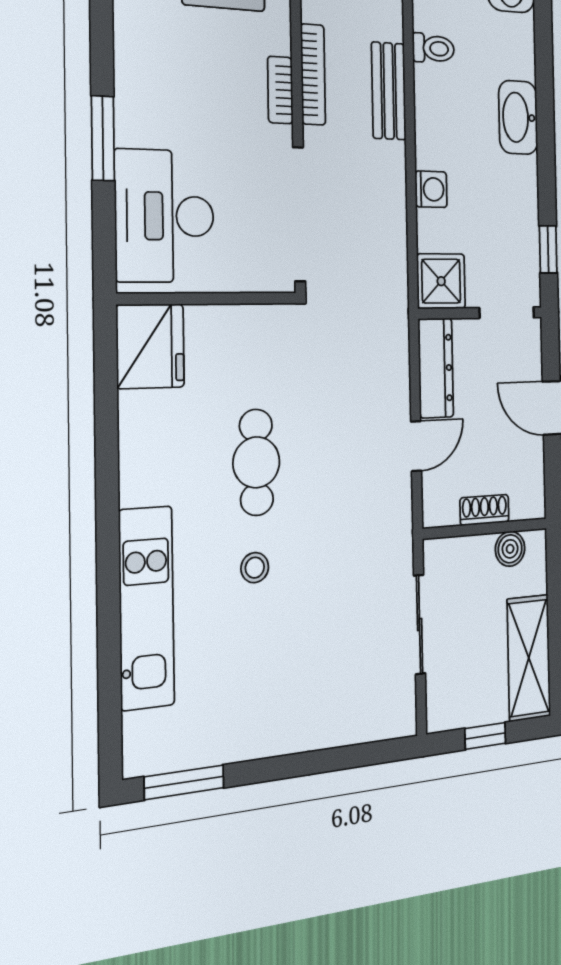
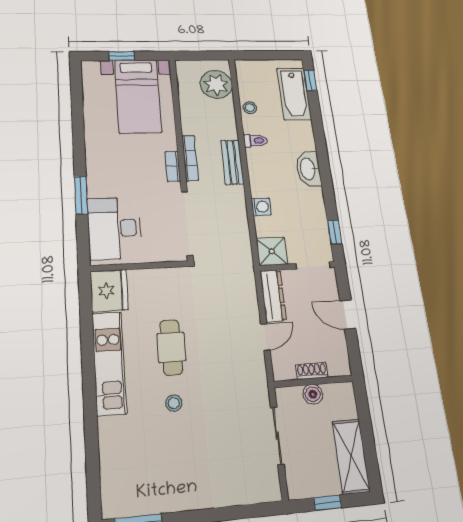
boiler: (510, 549) -> (313, 394), moved
kitchen unit: (147, 608) -> (109, 363), moved

